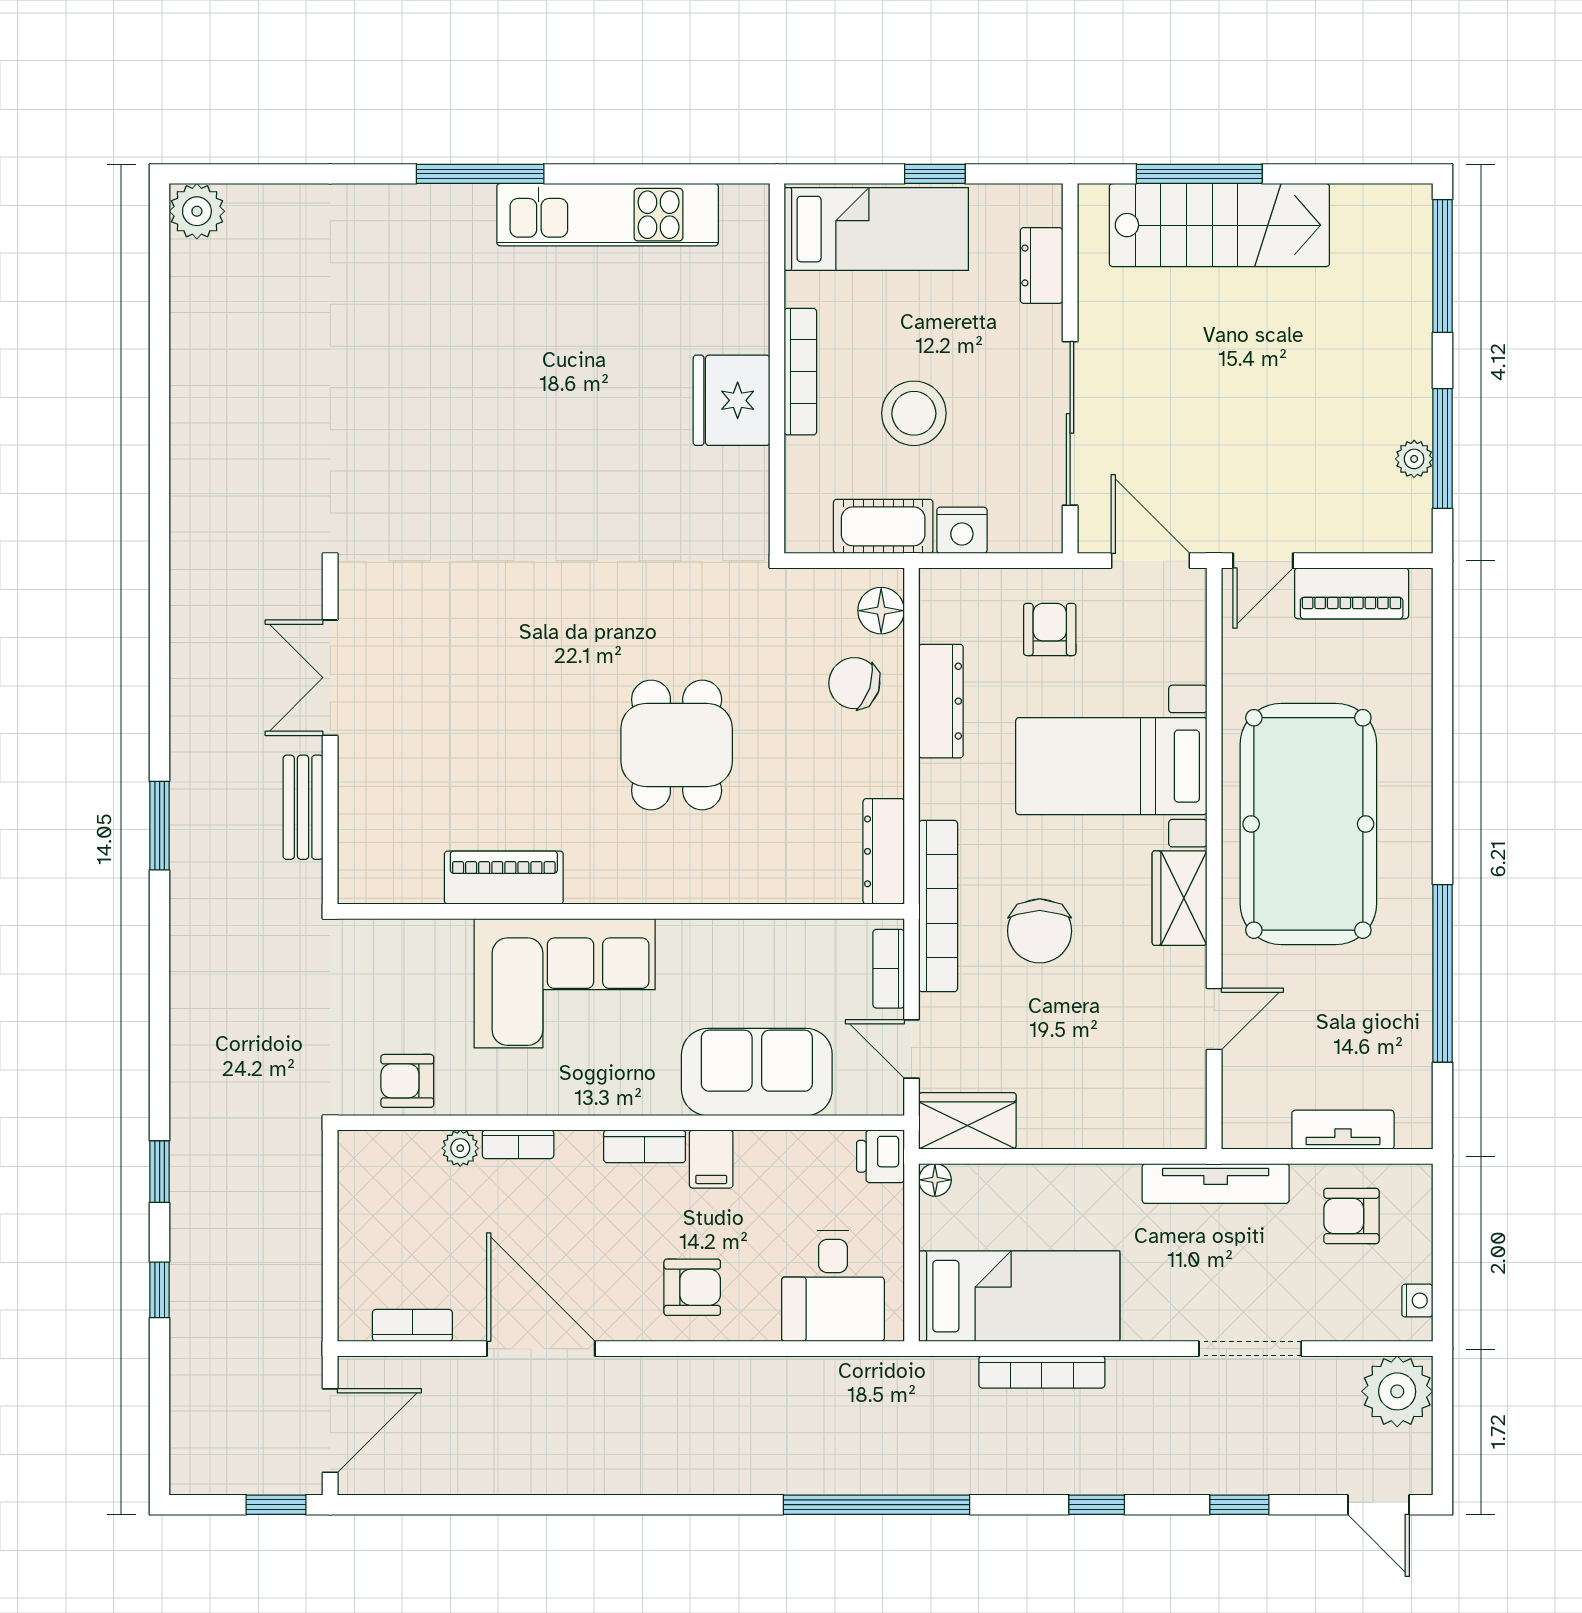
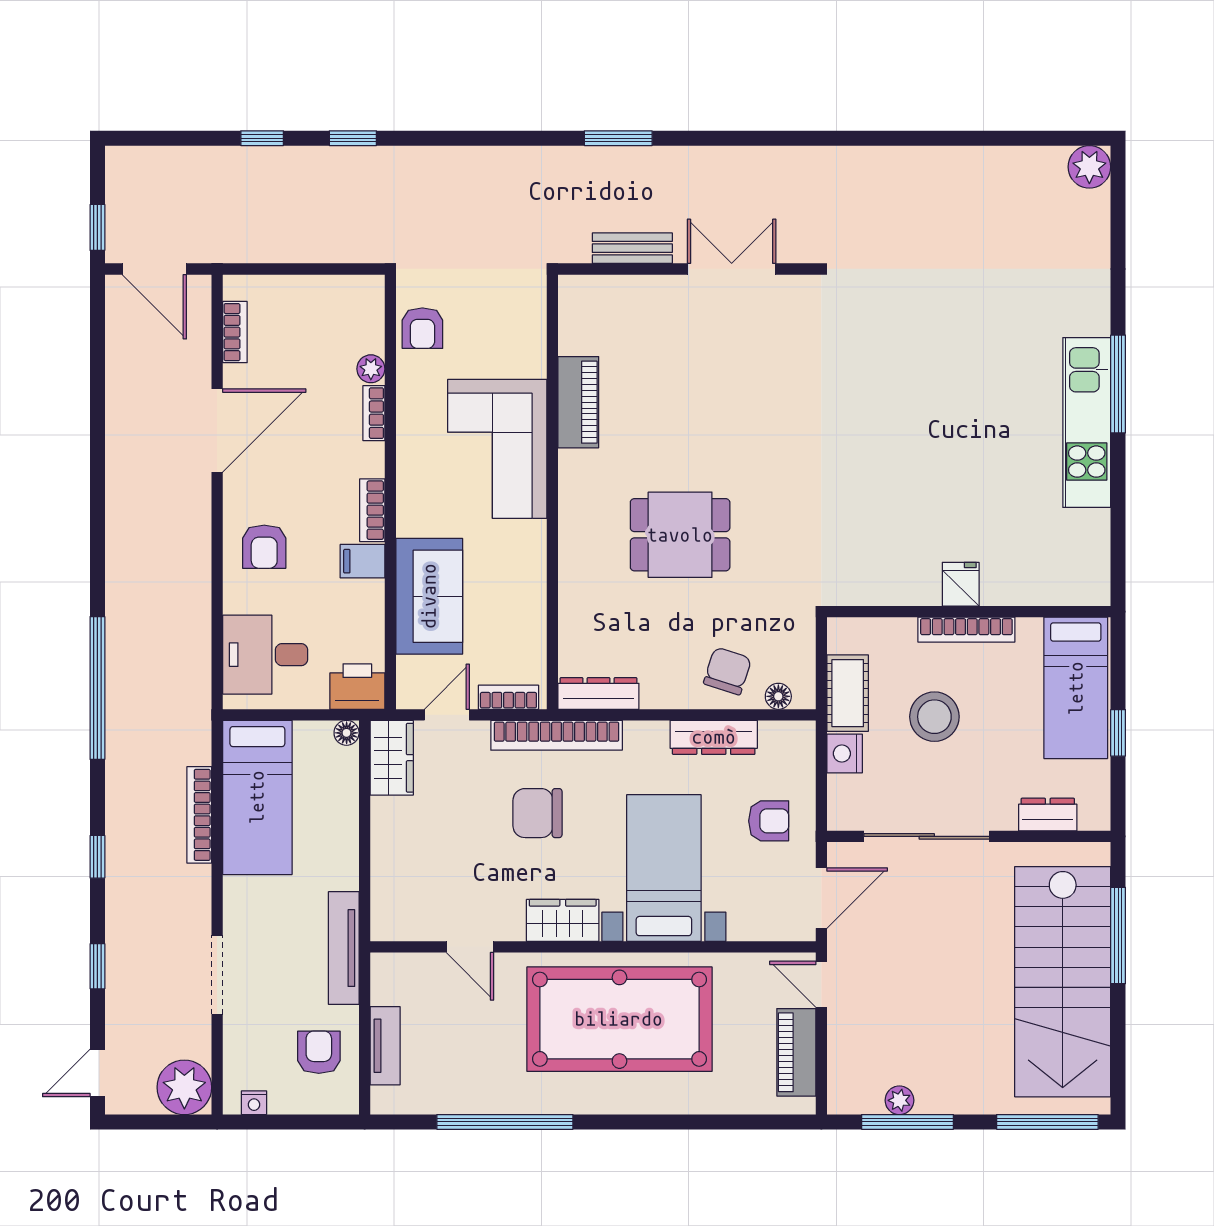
kitchen unit: (608, 215) -> (1087, 422), moved
stairs: (1219, 225) -> (1063, 982), width x1.36, depth x1.51
fridge: (731, 400) -> (961, 584), width x0.53, depth x0.75
floor lamp: (881, 611) -> (778, 696), width x0.73, depth x0.73
armchair: (407, 1081) -> (422, 328), turned 180
printer: (880, 1156) -> (357, 687), width x1.36, depth x1.24

